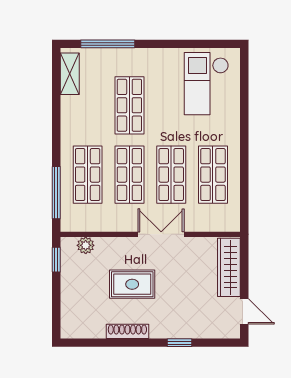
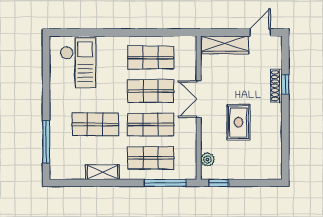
shelving: (70, 74) -> (102, 172), moved
checkout: (206, 84) -> (78, 63), turned -90
shoe rack: (127, 331) -> (276, 86), moved

